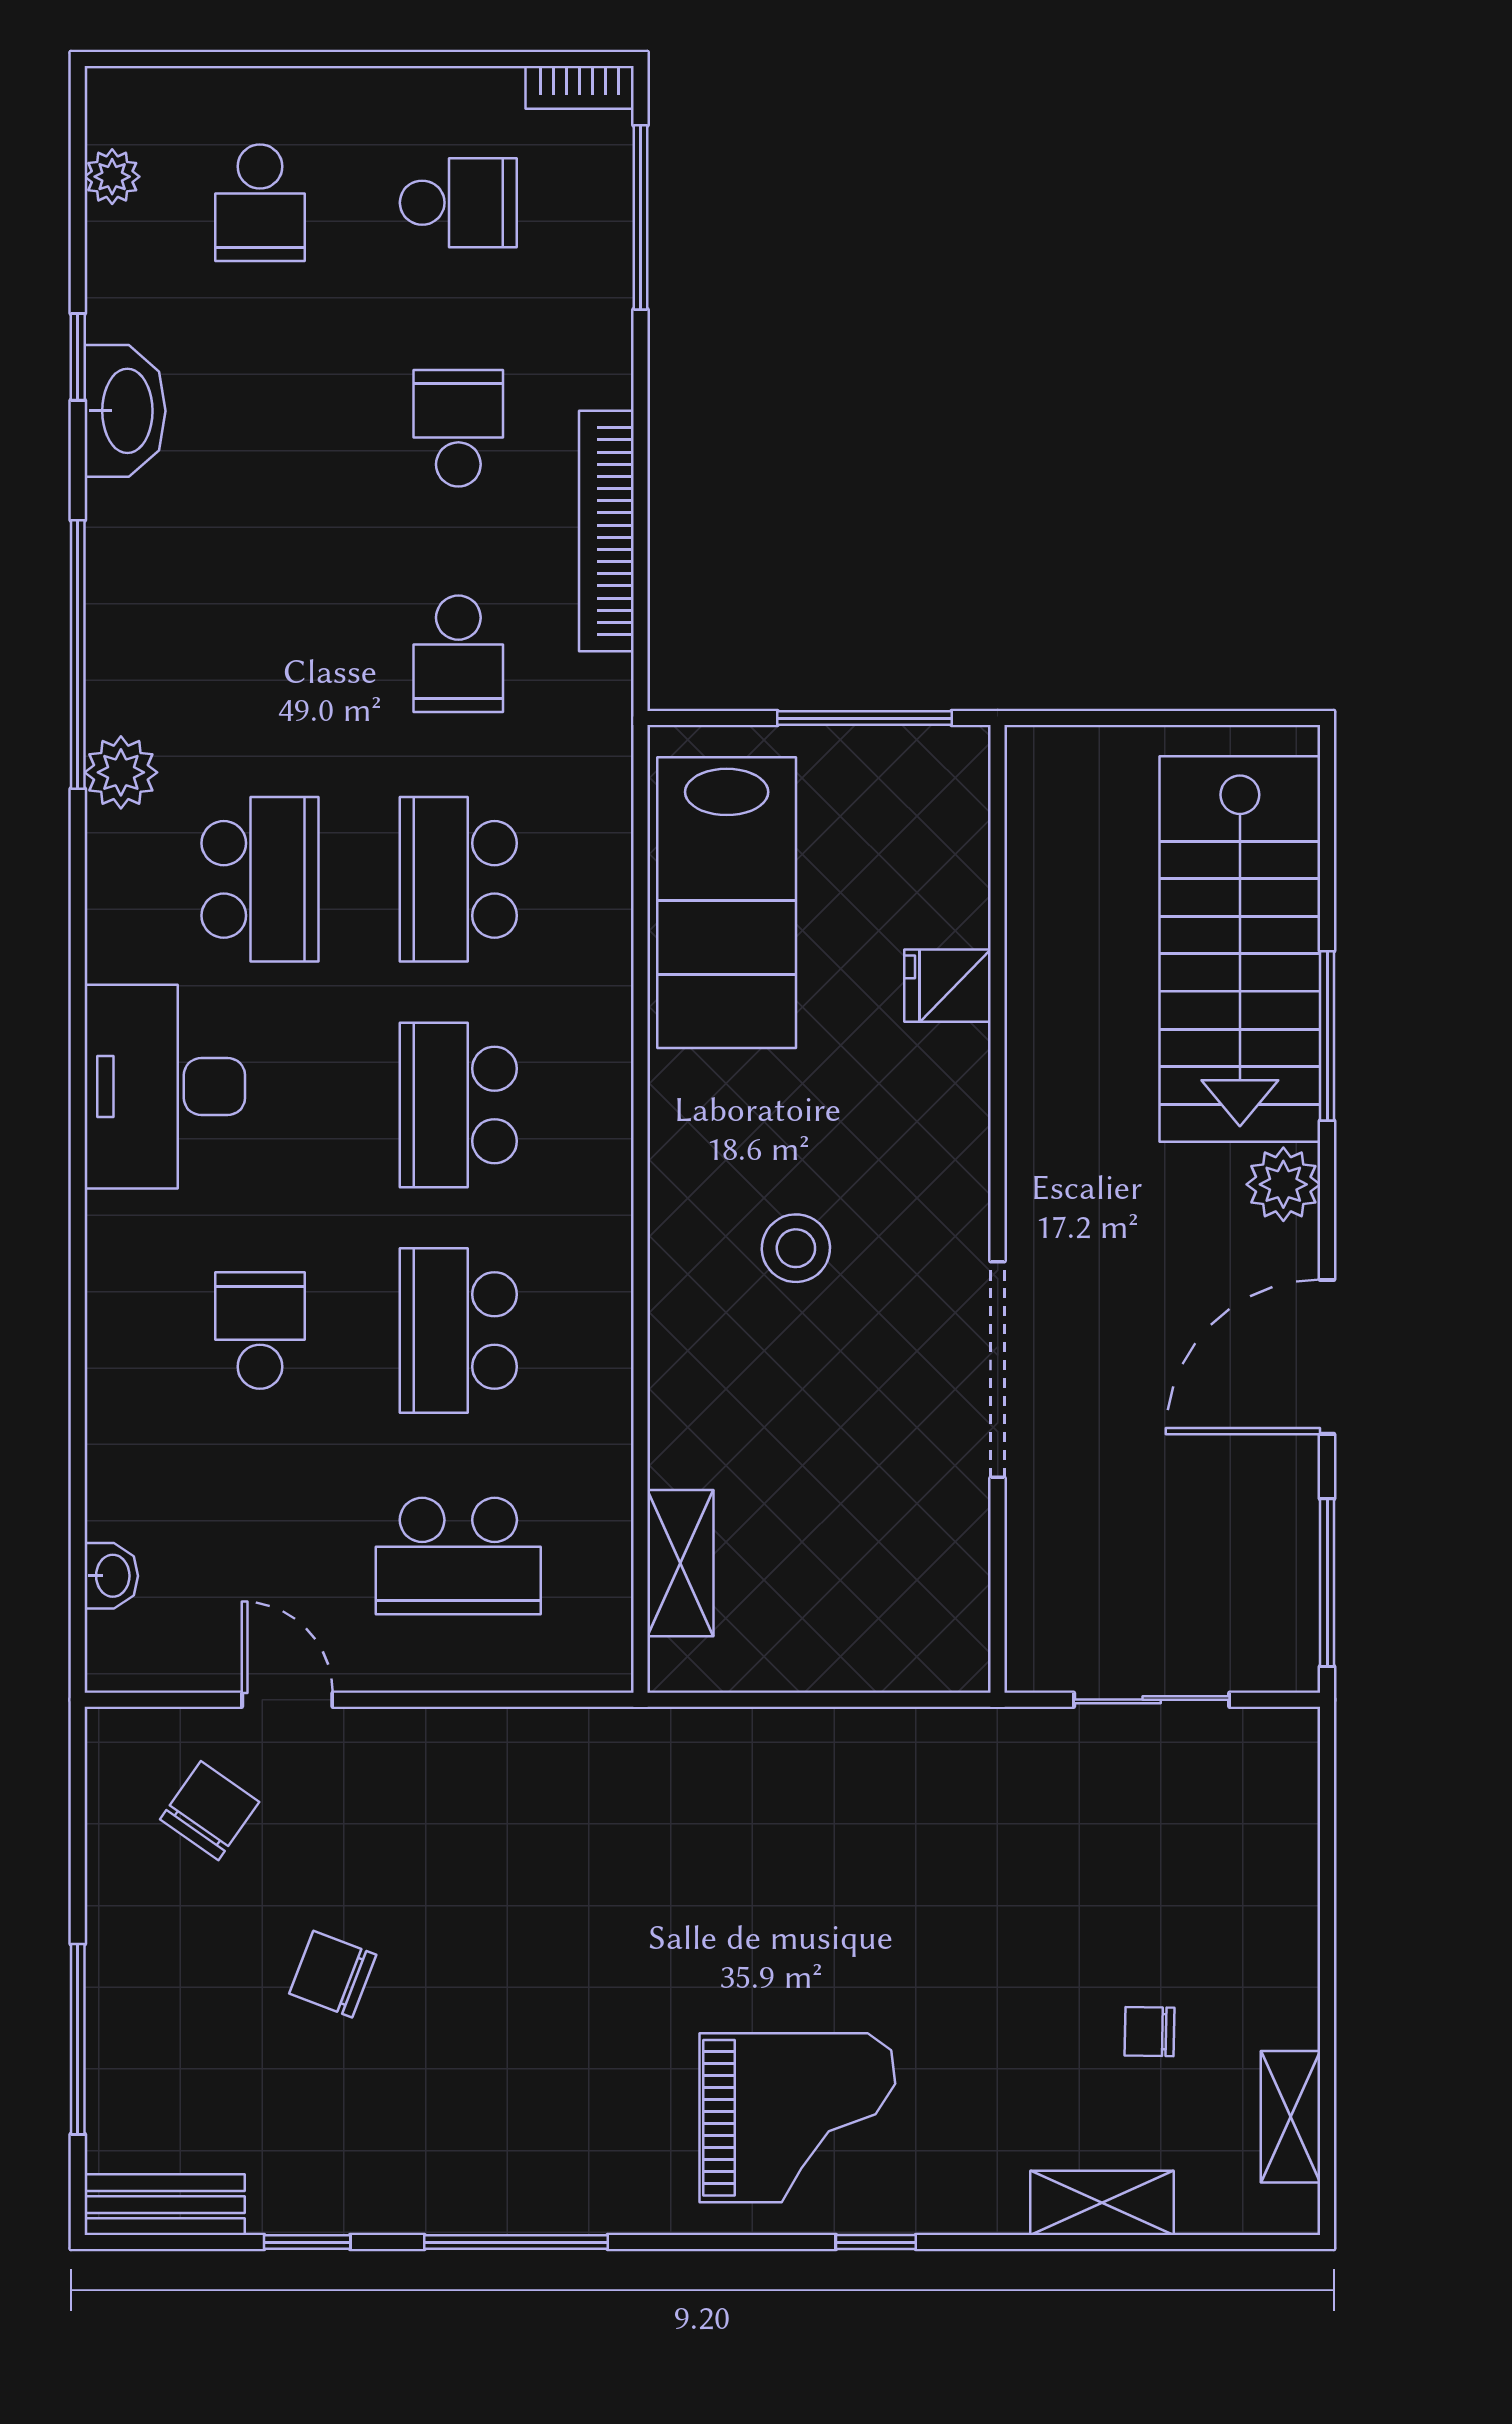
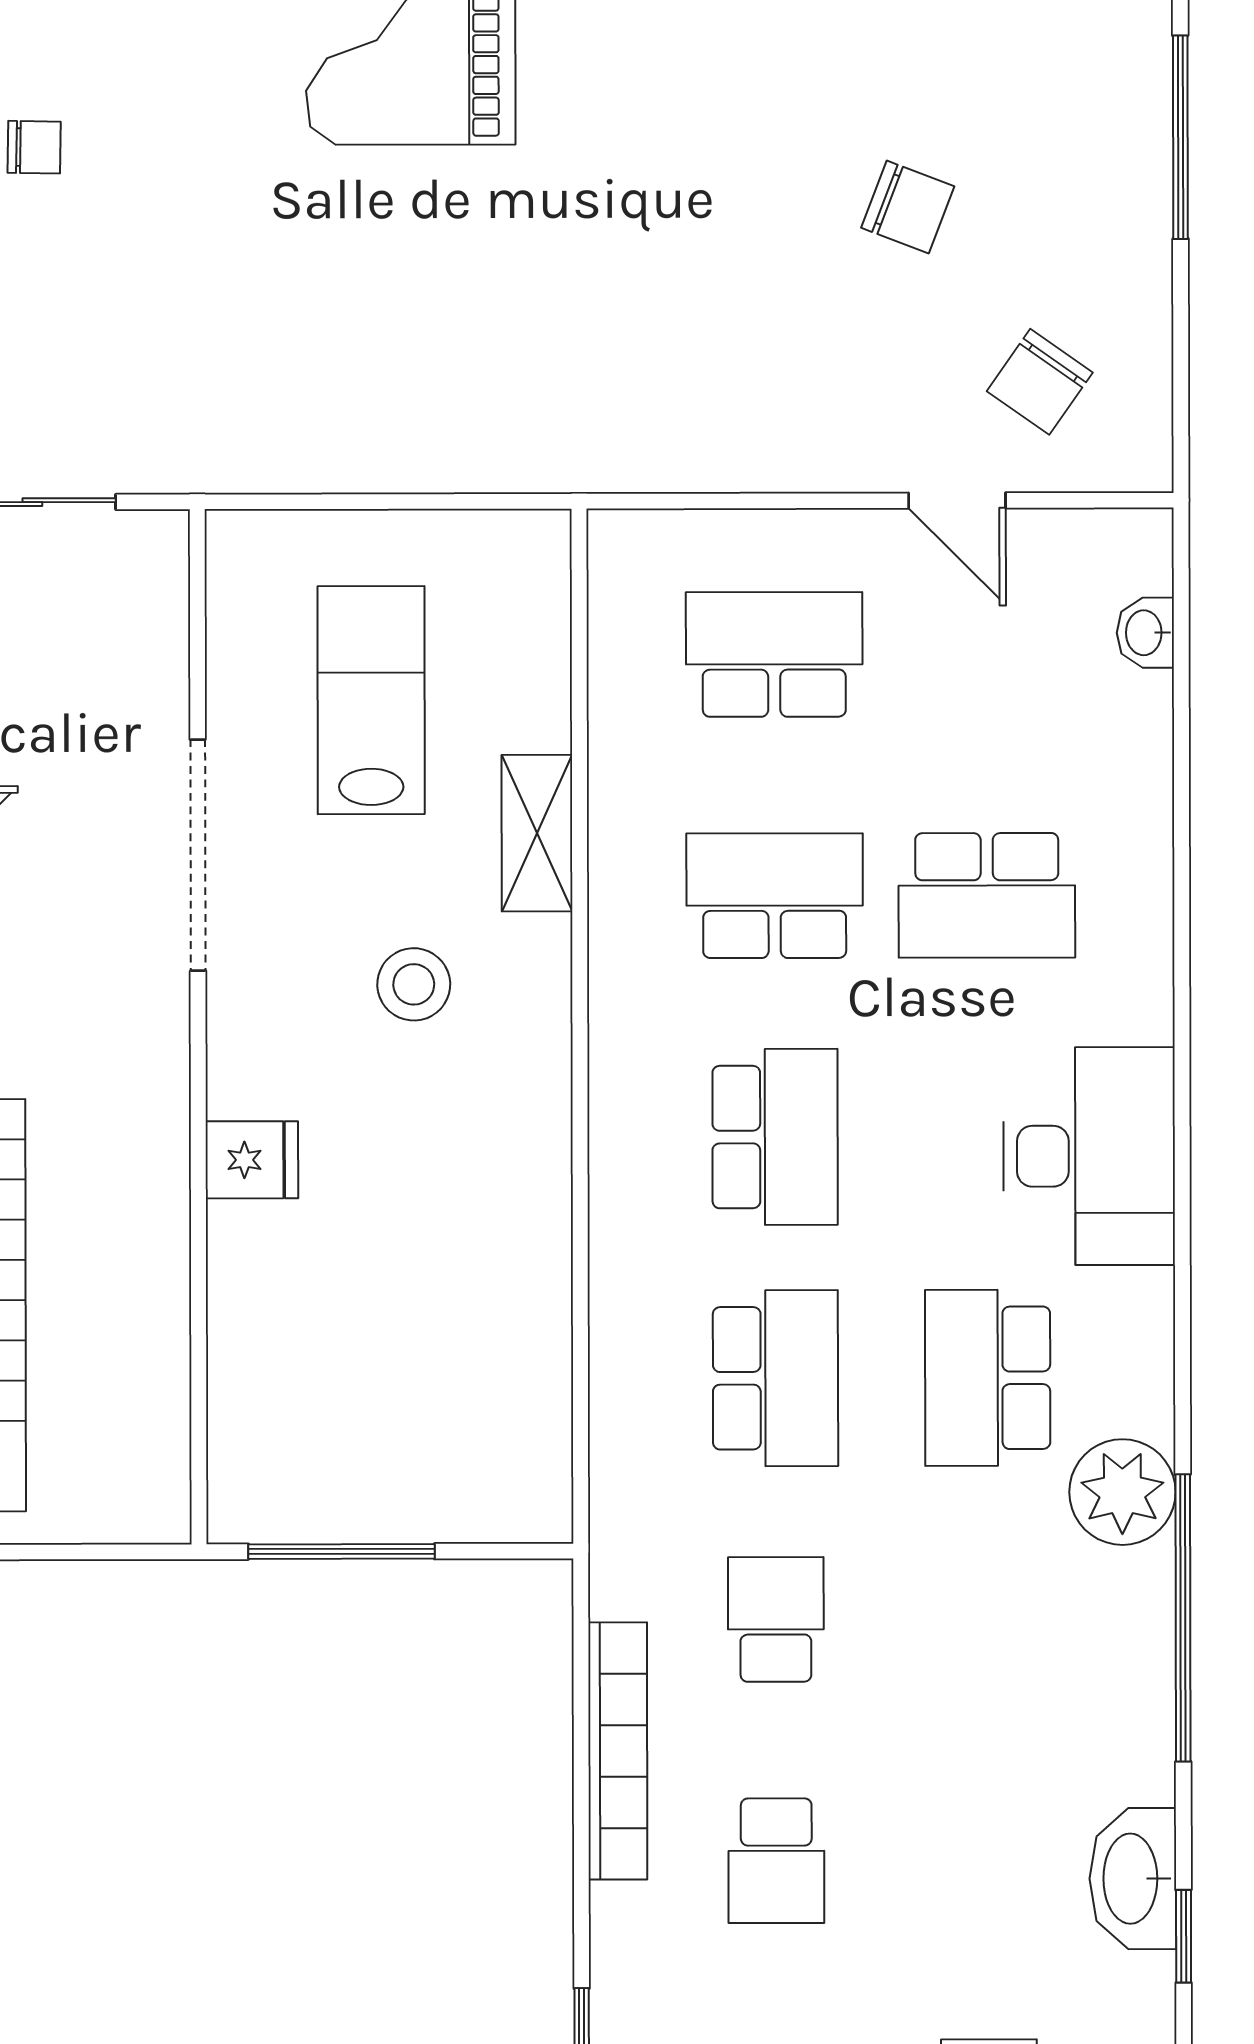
plant: (121, 772) -> (1122, 1492), width x1.36, depth x1.36
lab bench: (727, 903) -> (371, 700), moved, width x0.73, depth x0.72
fridge: (948, 986) -> (252, 1160), moved
school desk: (260, 1331) -> (987, 895), width x1.85
school desk: (458, 1331) -> (775, 896), turned -90
shelving: (680, 1563) -> (537, 833), moved

